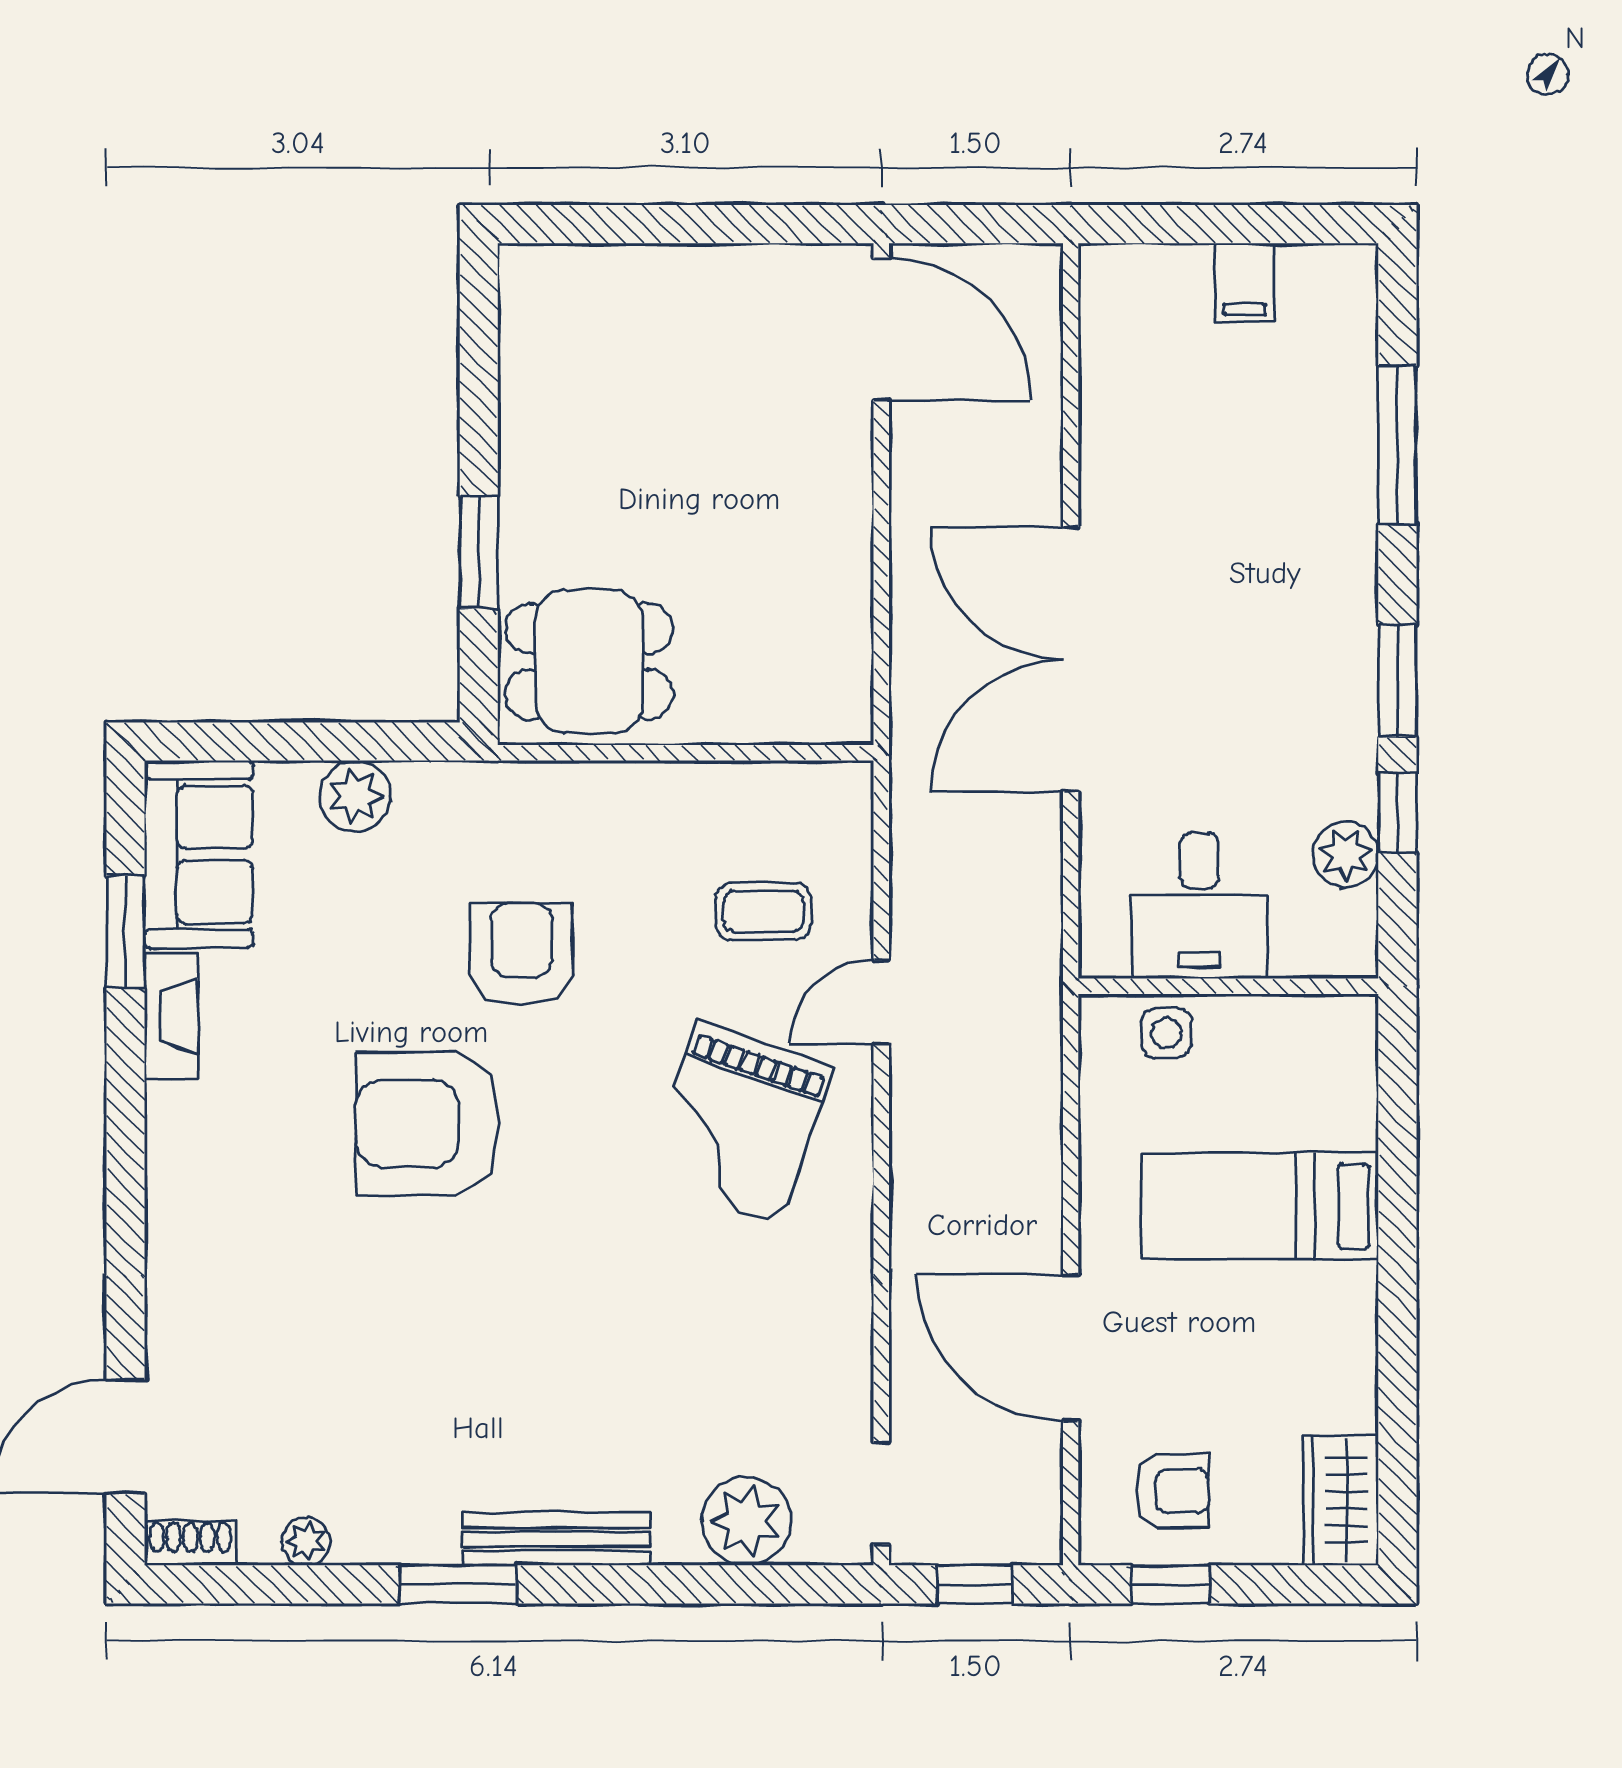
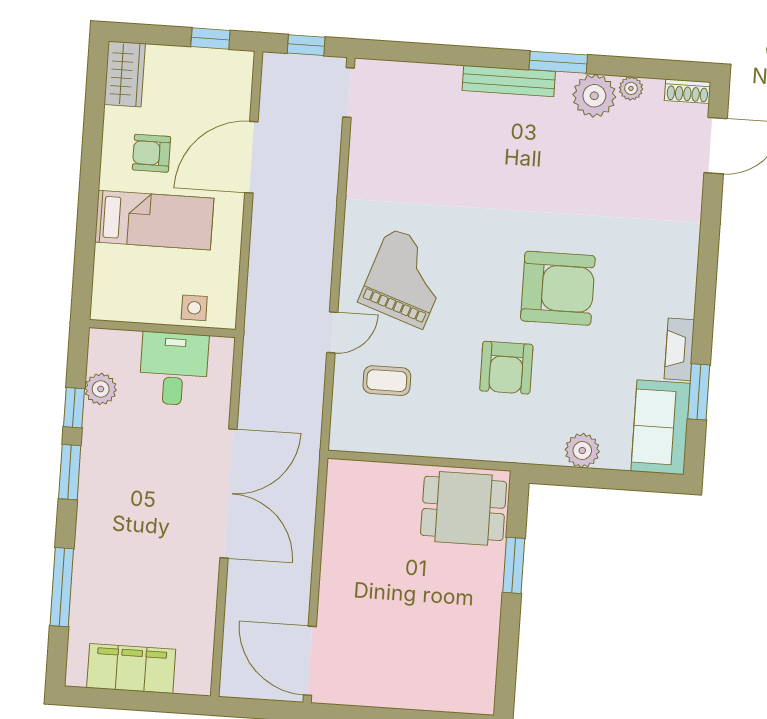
filing cabinet: (1245, 282) -> (131, 669), width x3.00, depth x1.17
door: (1071, 1348) -> (251, 157), swing flipped
armchair: (1172, 1491) -> (151, 153), moved
plant: (746, 1521) -> (594, 96), moved

